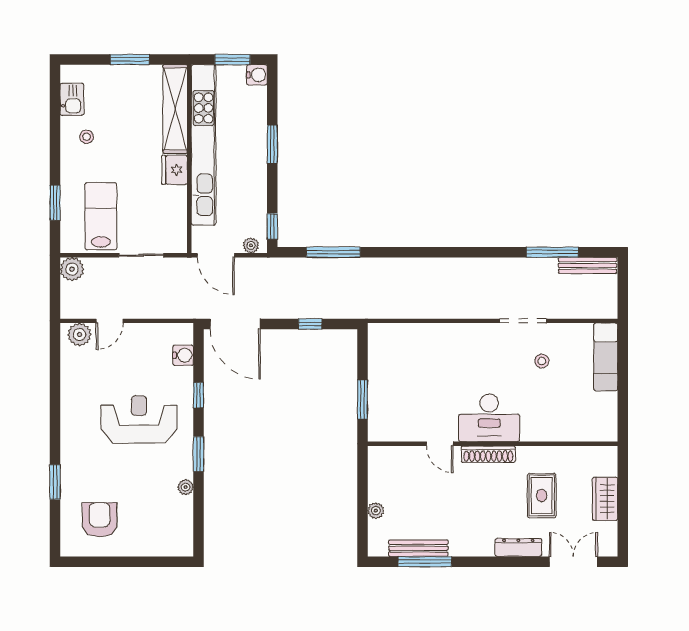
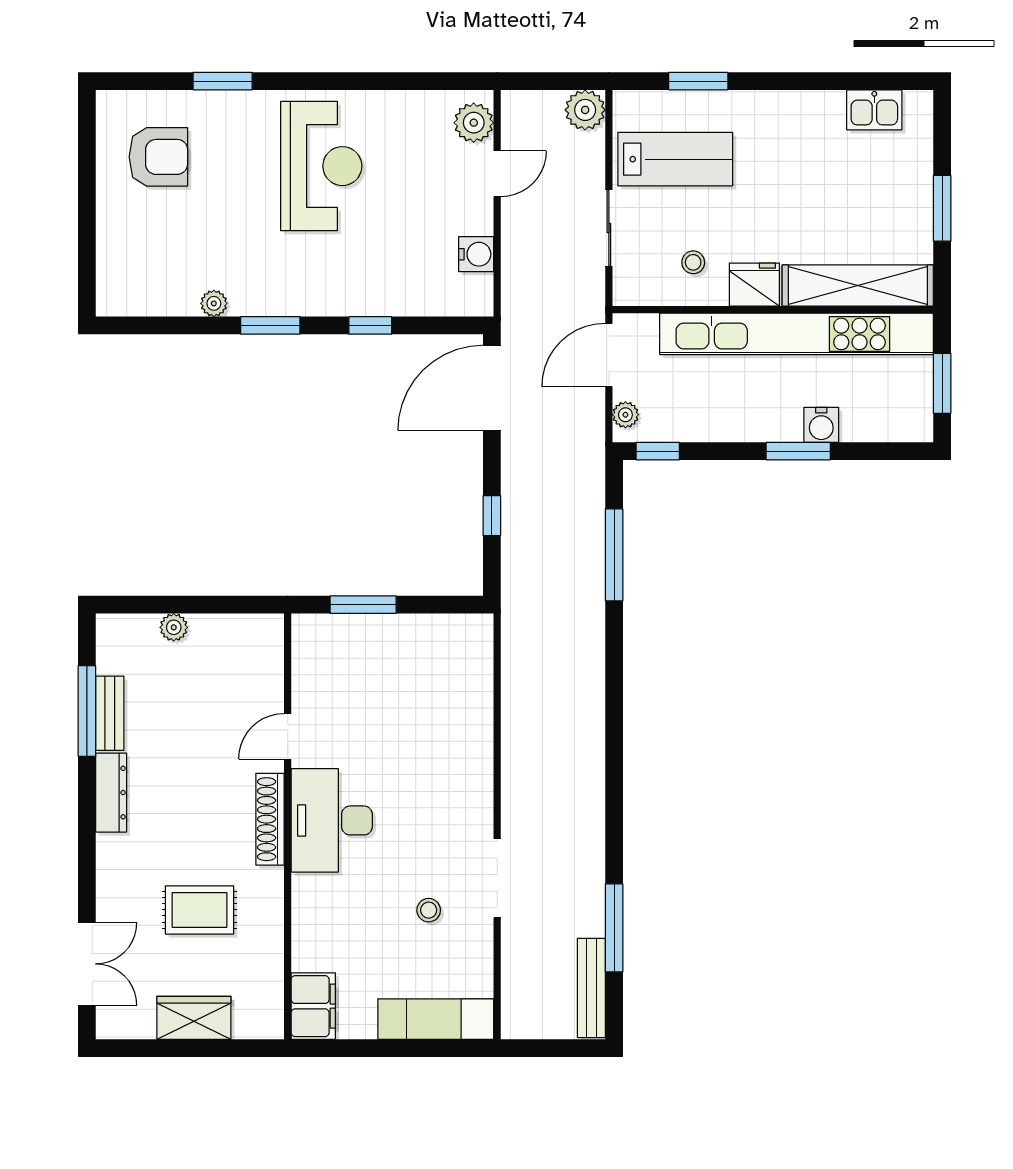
water cooler: (257, 75) -> (821, 425), moved
stool: (87, 137) -> (693, 262), moved
door: (110, 321) -> (497, 174), swing flipped
water cooler: (183, 355) -> (476, 254), moved, turned -90
reception desk: (139, 419) -> (321, 166), moved
filing cabinet: (598, 429) -> (313, 1006), added
dresser: (518, 547) -> (111, 793), moved
bench: (418, 548) -> (110, 713), width x0.73

